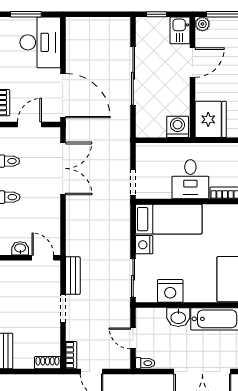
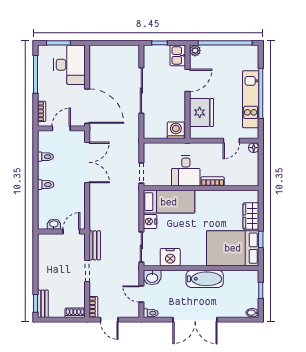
fridge: (211, 119) -> (201, 112), moved
door: (43, 258) -> (71, 231), hinge flipped
washbasin: (178, 317) -> (152, 278), moved

